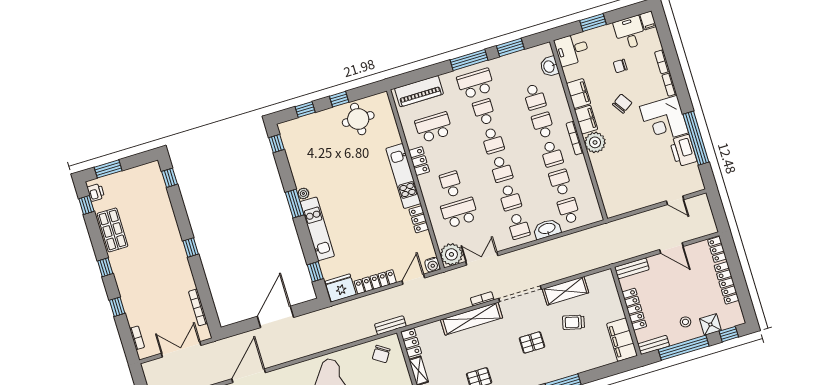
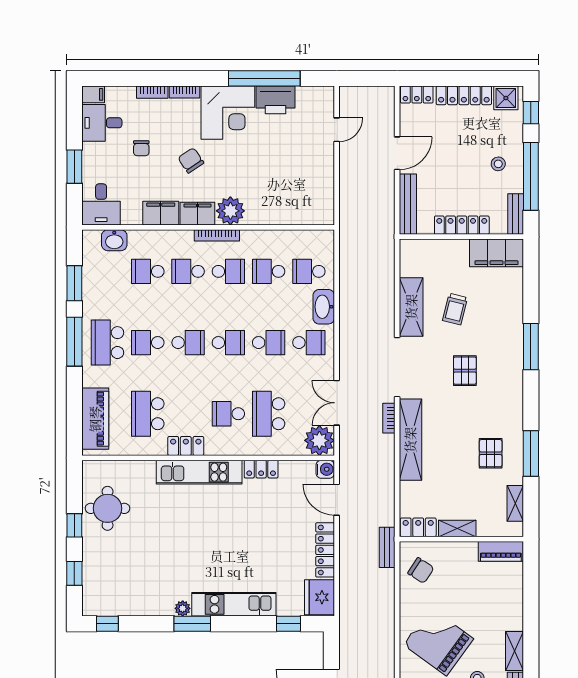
school desk: (534, 97) -> (148, 271), turned 180
bench: (632, 268) -> (408, 204), width x1.36
shower: (710, 324) -> (506, 98), moved

